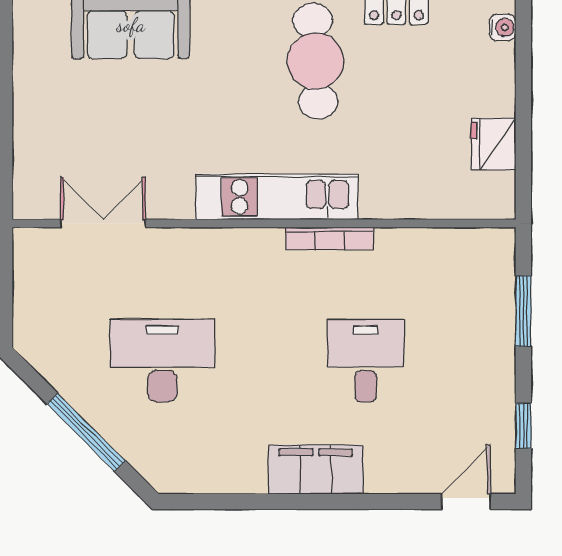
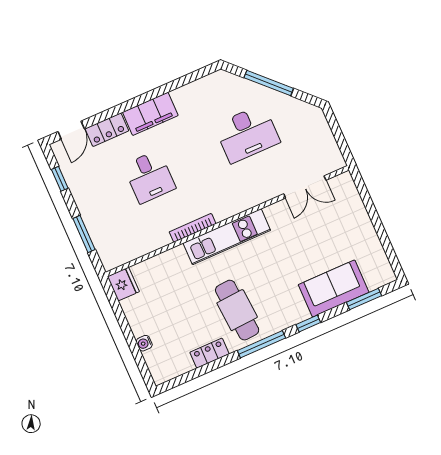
water cooler: (503, 27) -> (144, 343), moved
fridge: (494, 144) -> (123, 284), moved
locker: (404, 475) -> (107, 130), added

